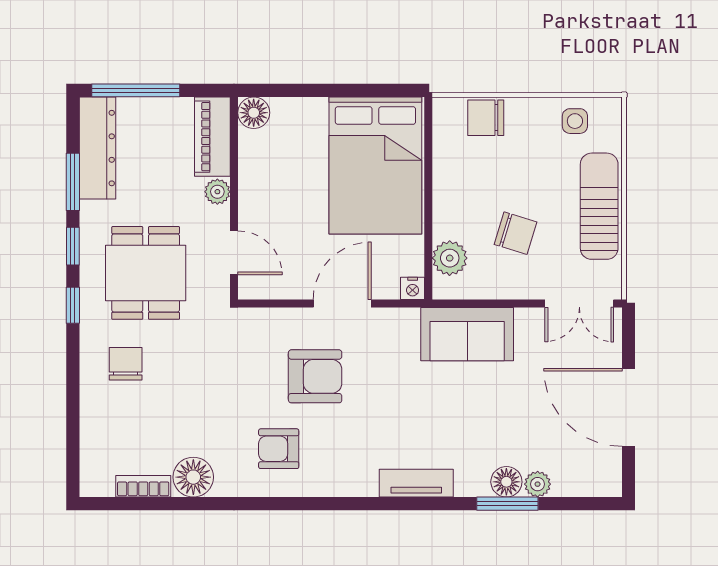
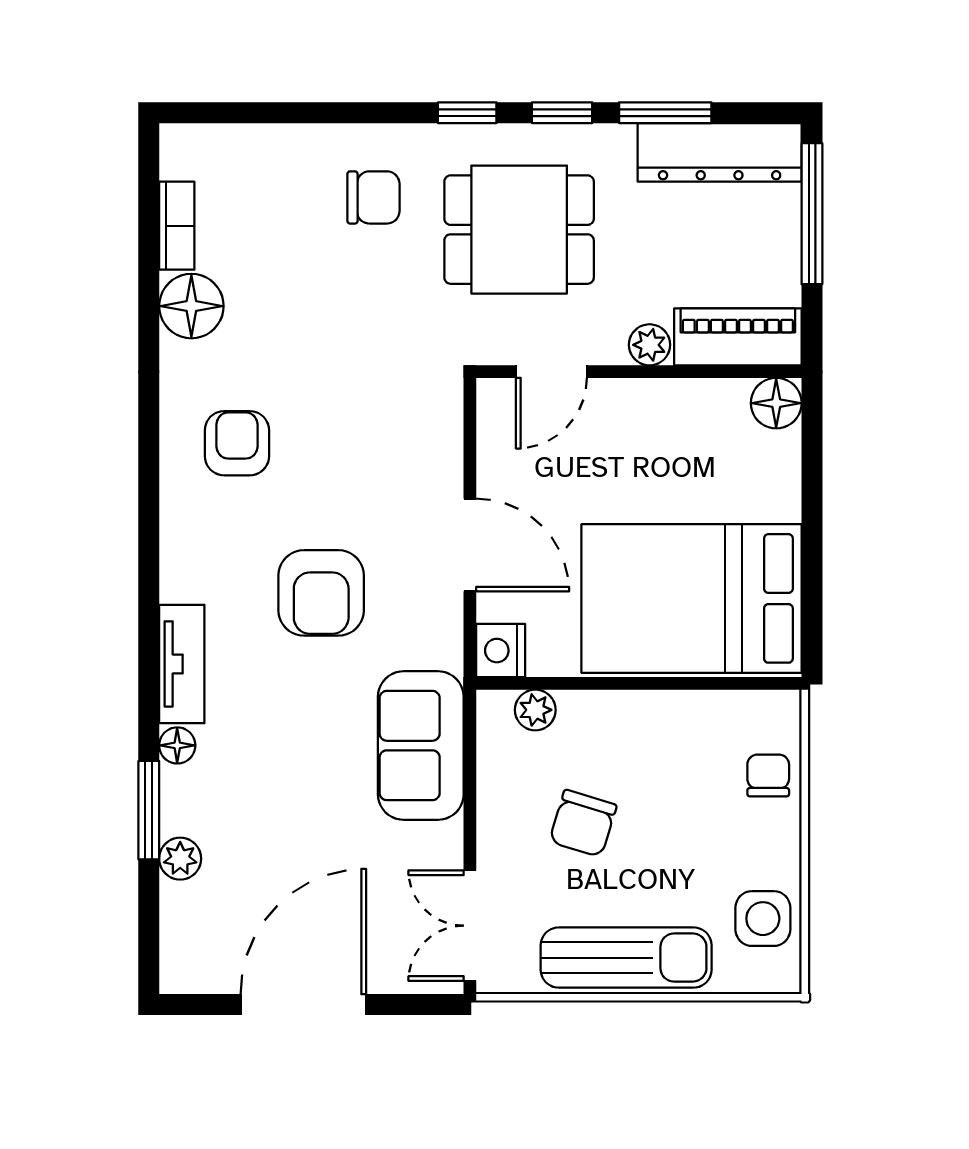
chair: (486, 118) -> (768, 775), width x0.73, depth x0.73
side table: (575, 121) -> (763, 919), width x1.37, depth x1.37
plant: (450, 258) -> (535, 710), width x0.73, depth x0.73
nightstand: (413, 288) -> (501, 651), width x1.39, depth x1.35
armchair: (315, 376) -> (321, 593), moved
floor lamp: (506, 482) -> (177, 745), moved, width x0.73, depth x0.73

